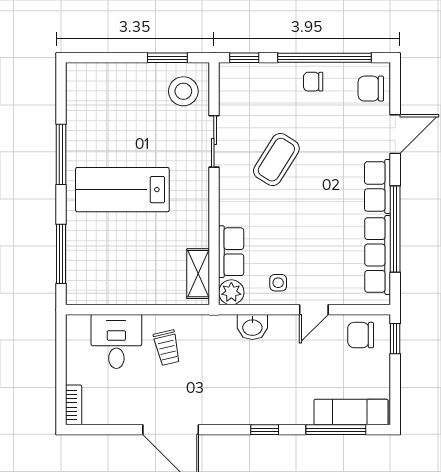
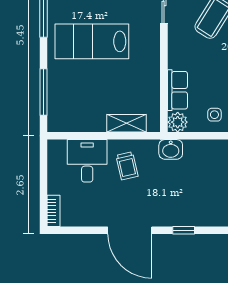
shelving: (198, 274) -> (126, 123), moved, turned 90
washbasin: (252, 327) -> (171, 149), moved
window: (265, 430) -> (184, 230), moved

